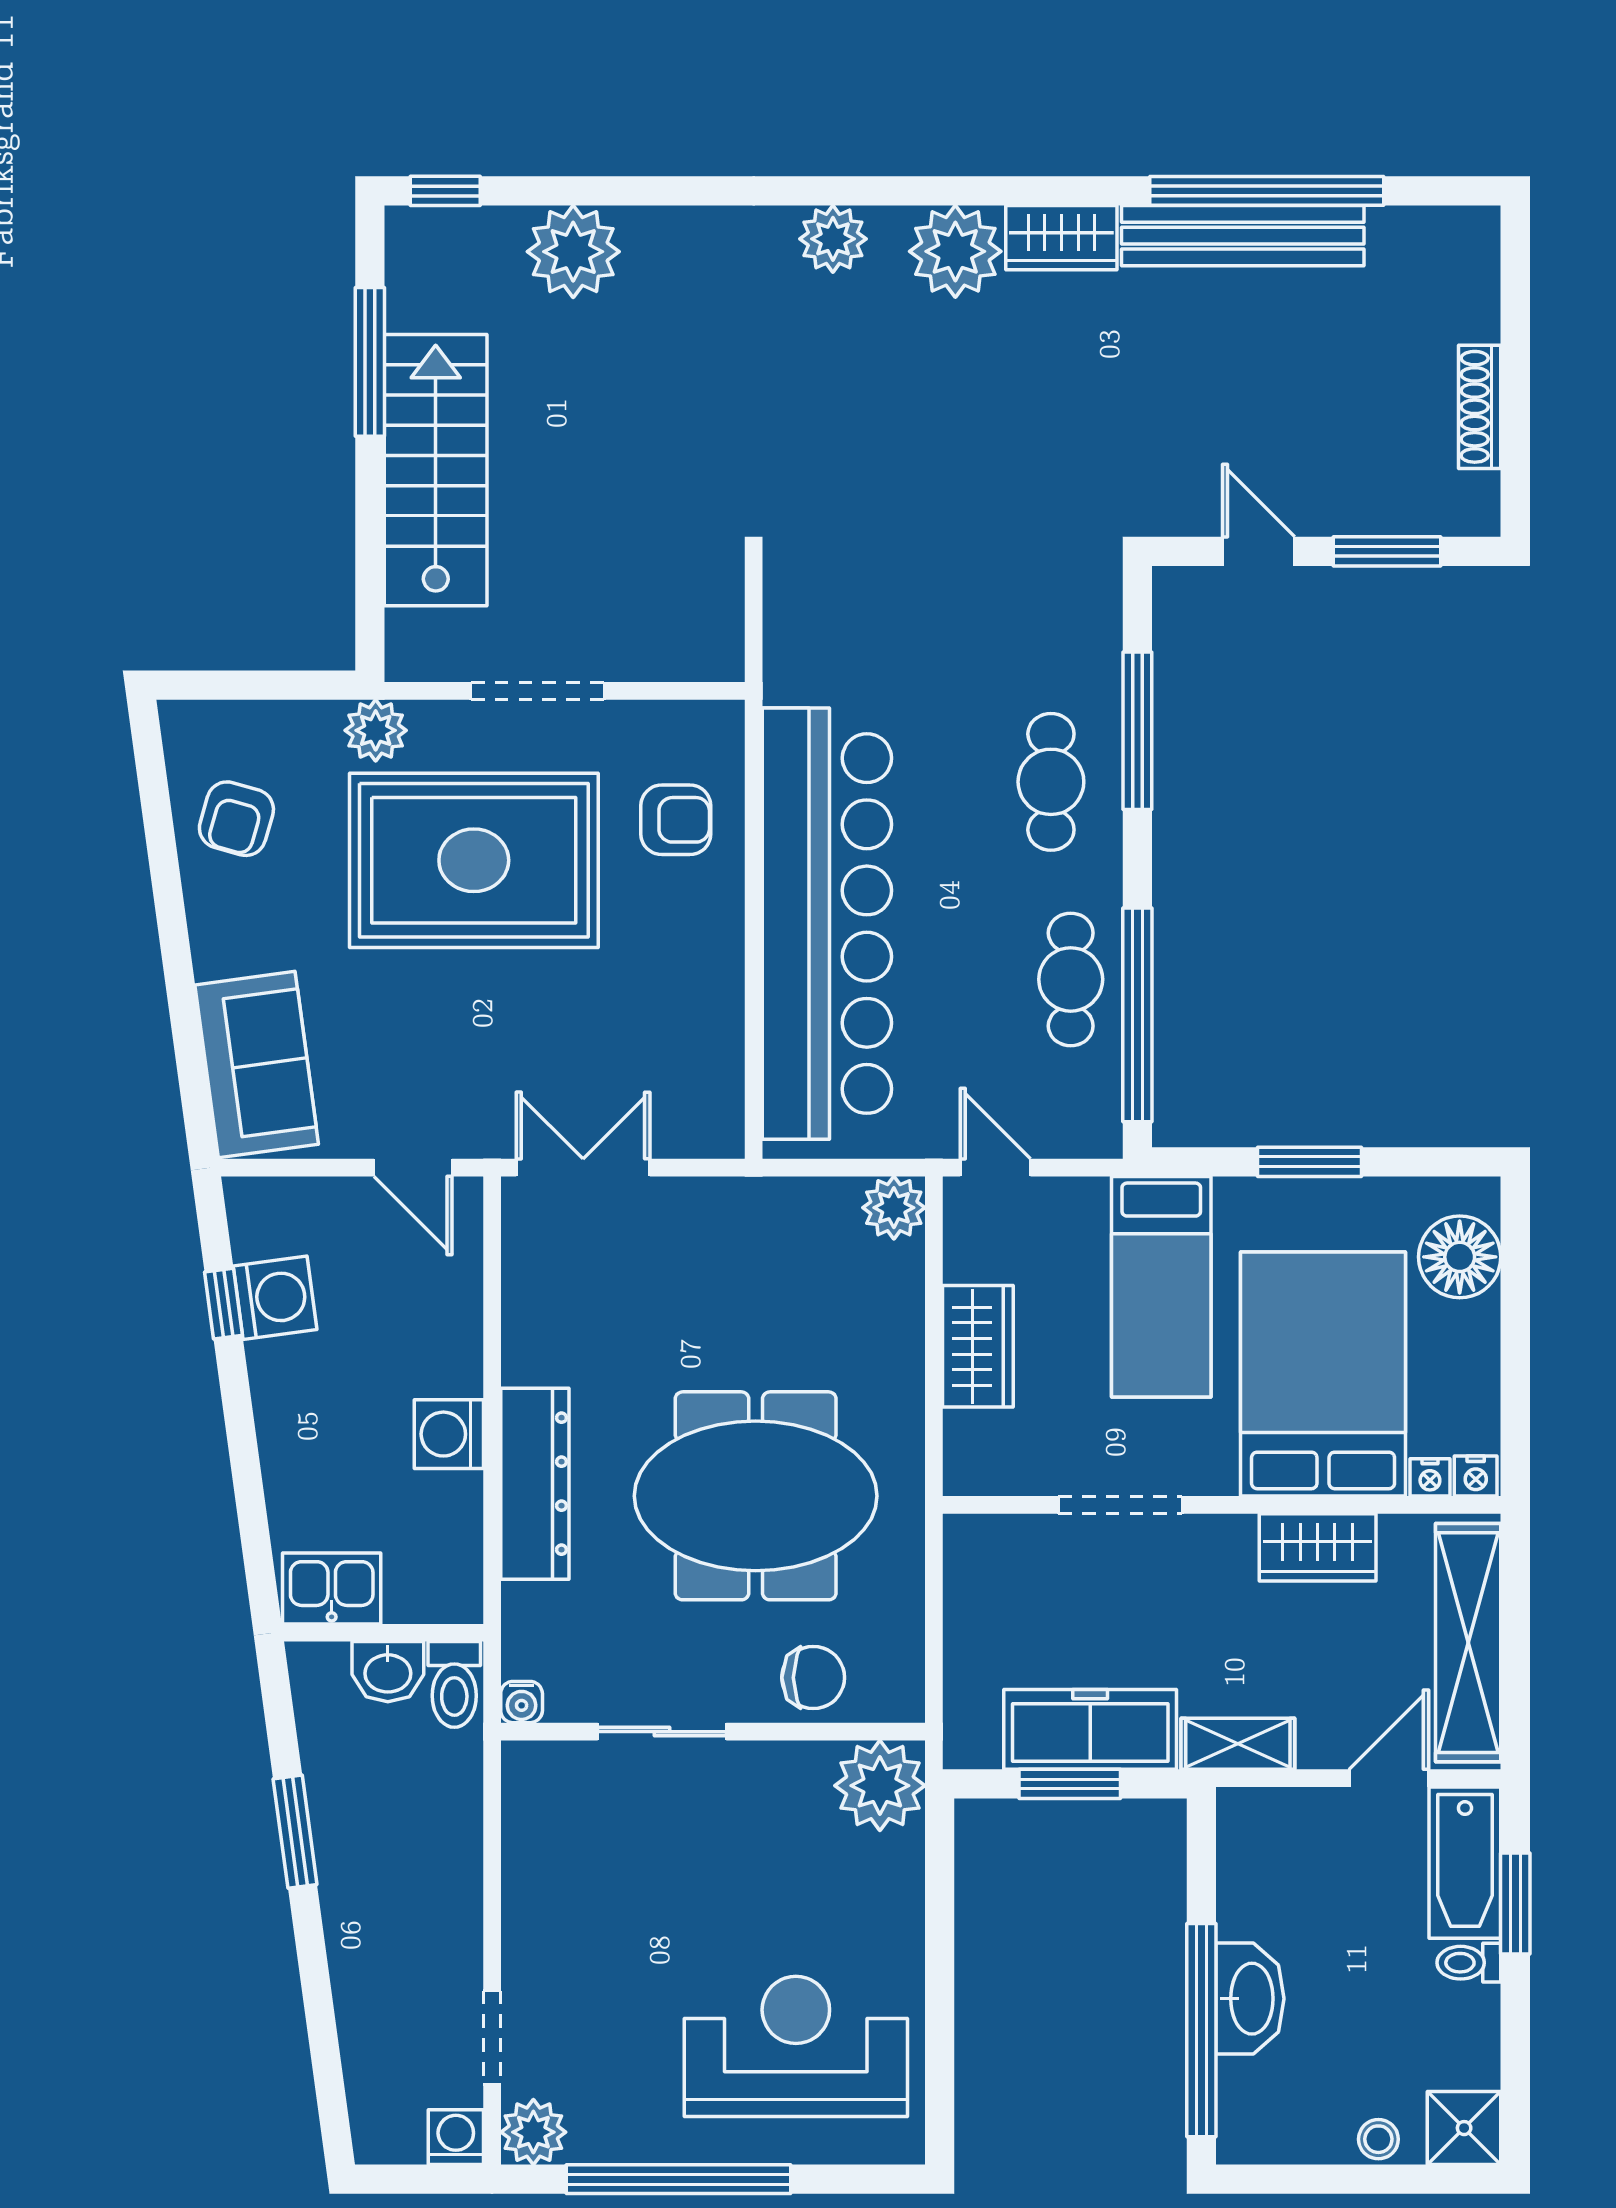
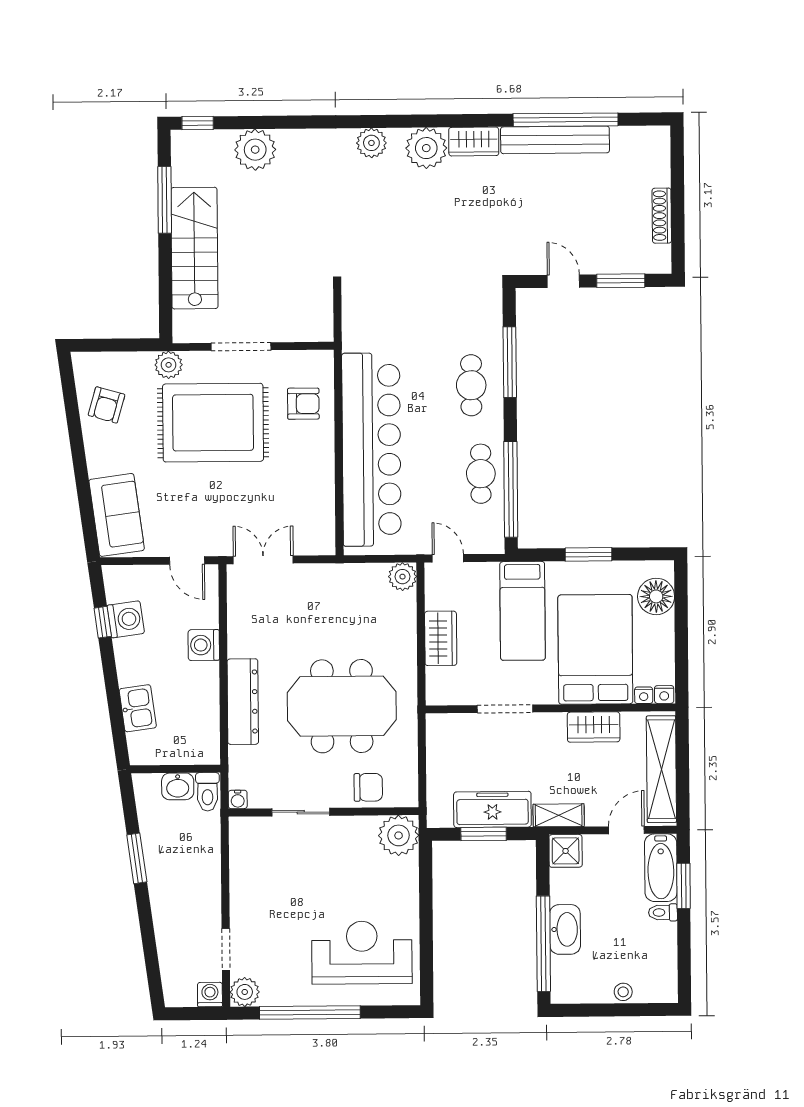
washing machine: (449, 1434) -> (204, 645), moved
kitchen sink: (332, 1588) -> (138, 708), moved, turned 82
shower: (1464, 2128) -> (566, 851), moved

